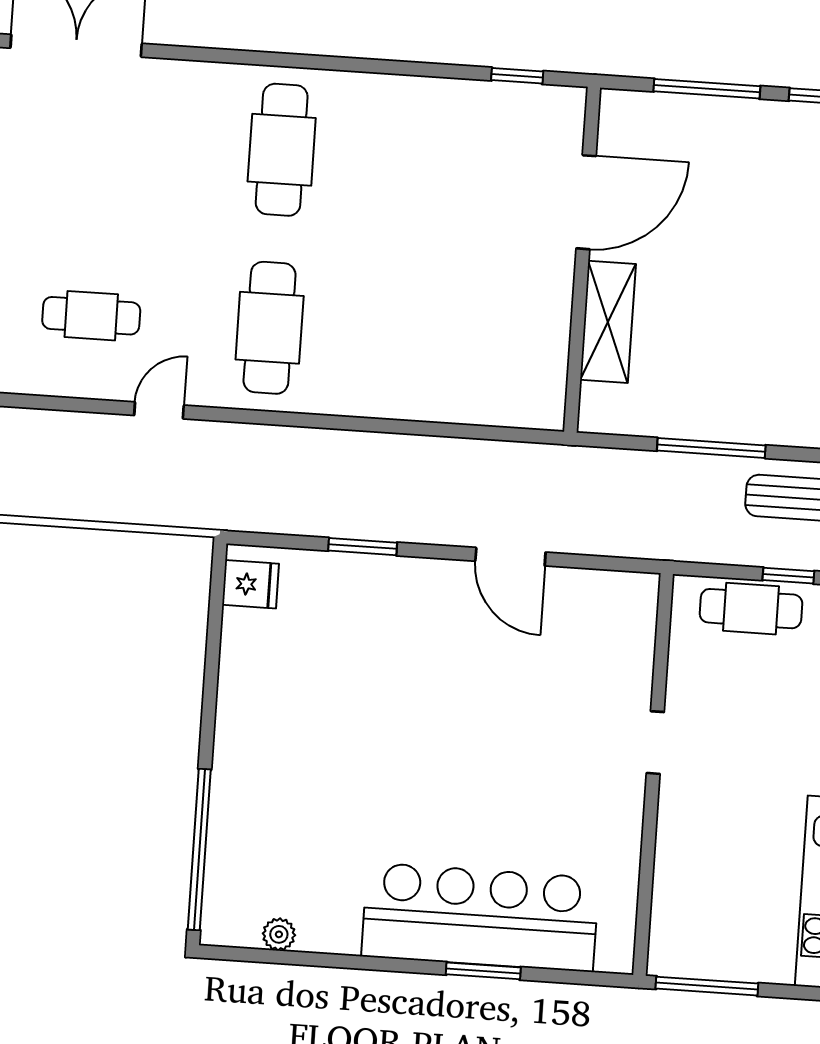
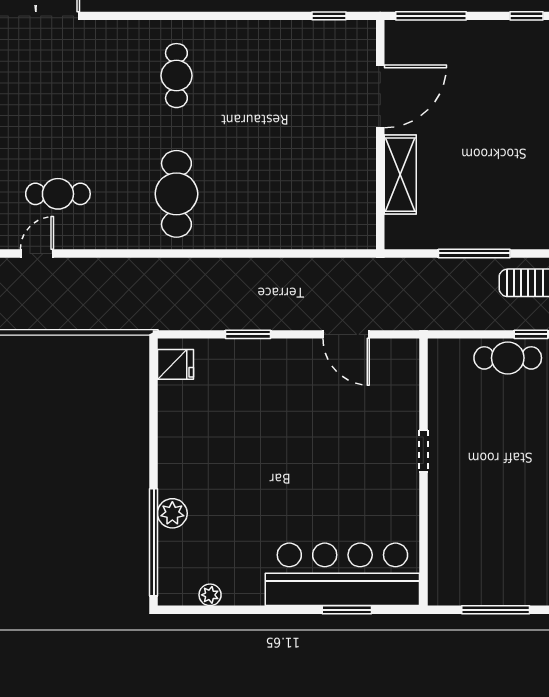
window: (707, 89) -> (431, 16), moved
cafe table: (282, 150) -> (176, 76), width x0.73, depth x0.74
door: (159, 410) -> (37, 253), moved
doorway: (655, 743) -> (423, 451), moved
wall: (653, 774) -> (423, 472), moved
plant: (231, 808) -> (172, 513), added

